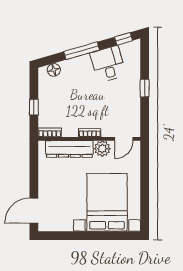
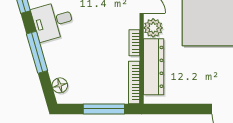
window: (34, 107) -> (104, 109), width x2.17
bookcase: (50, 133) -> (134, 83), width x1.56

